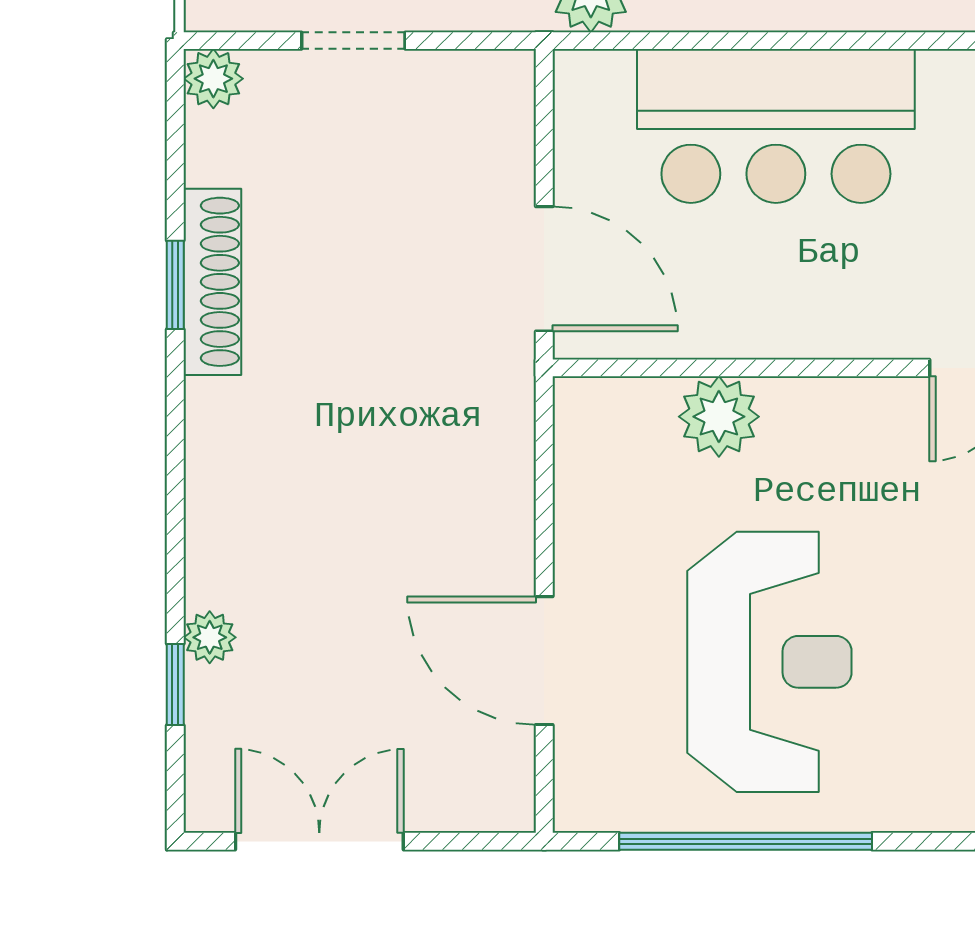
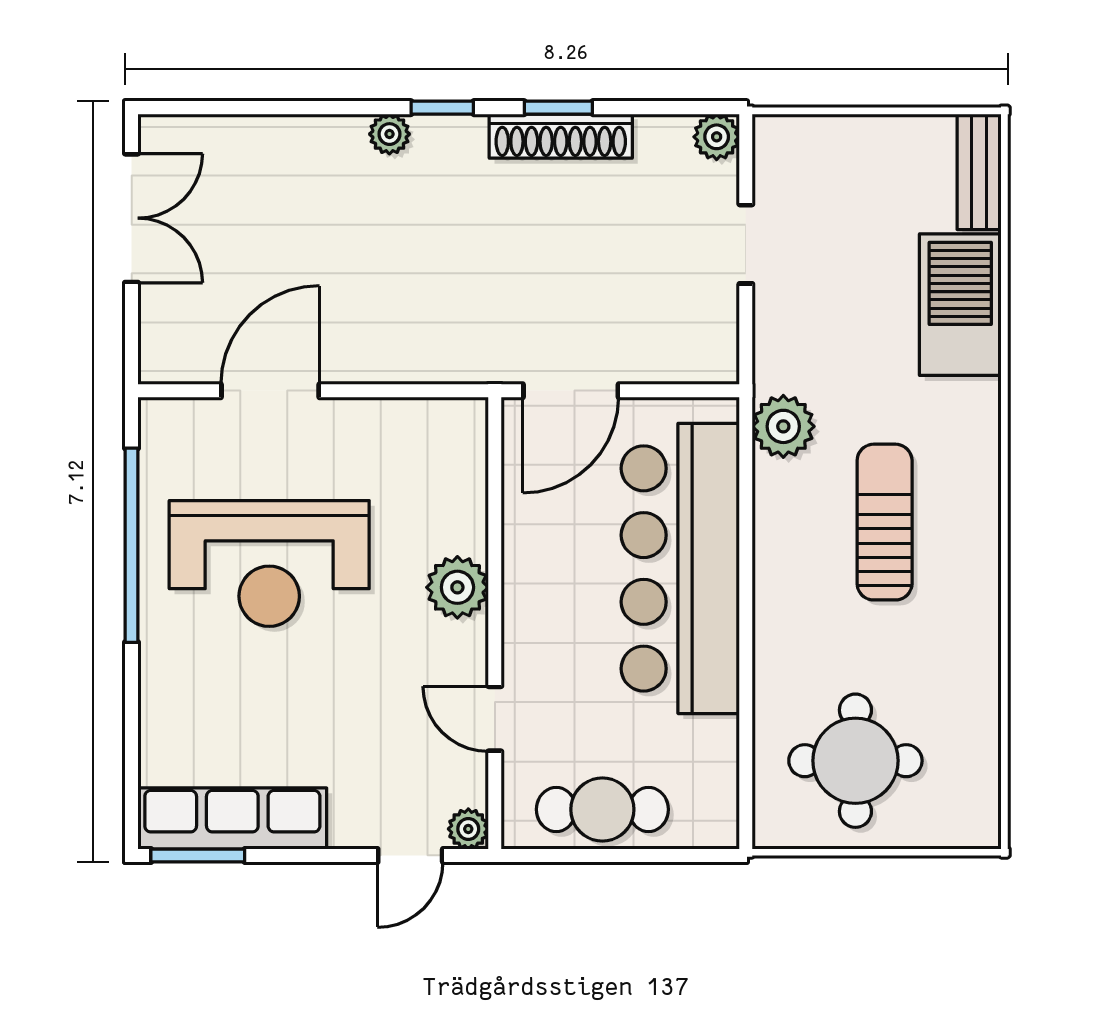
bar counter: (776, 126) -> (680, 568), width x1.36
plant: (719, 417) -> (457, 587), moved
plant: (210, 637) -> (389, 134), moved
window: (175, 684) -> (442, 108), moved

